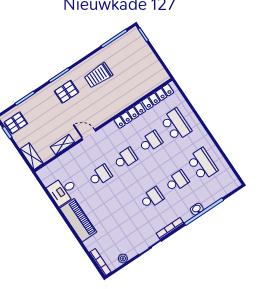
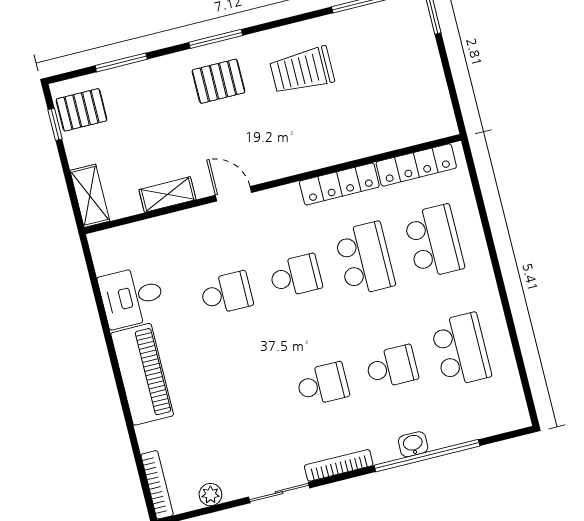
school desk: (151, 142) -> (365, 259), width x1.85

